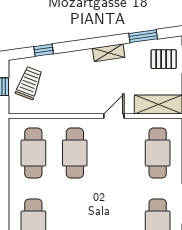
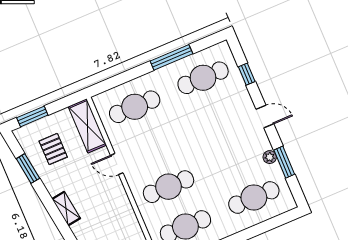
shelving: (109, 53) -> (66, 209), moved
pallet: (164, 59) -> (53, 149), moved

